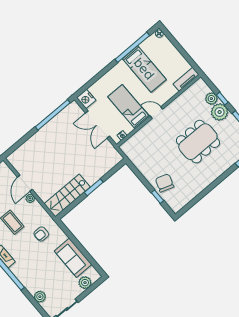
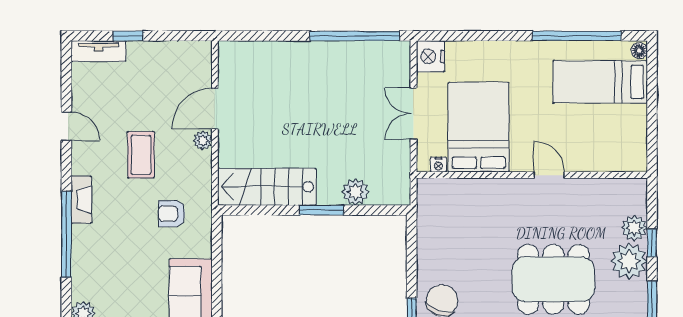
bed: (144, 69) -> (600, 82), moved, turned 90
tv unit: (186, 79) -> (620, 162), removed
bed: (129, 107) -> (479, 127), width x1.50
door: (156, 113) -> (549, 175), moved
double door: (98, 125) -> (414, 114), width x0.73
plant: (100, 170) -> (355, 192), added

